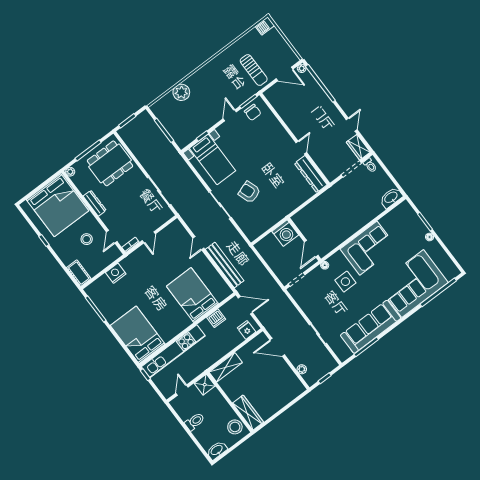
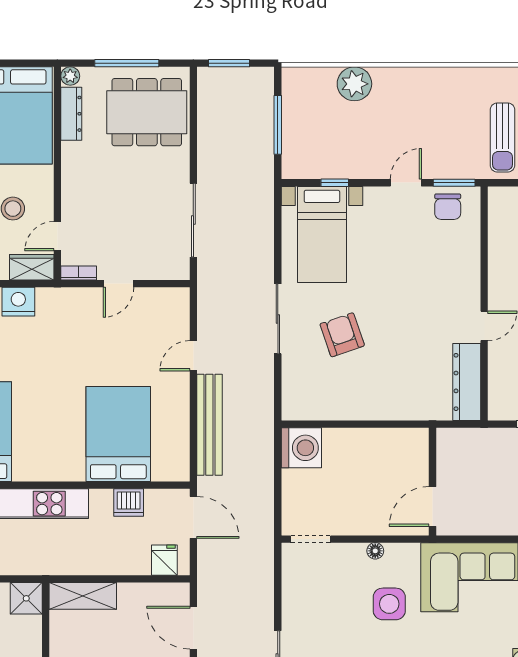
dresser: (95, 203) -> (71, 114), moved
washing machine: (285, 233) -> (301, 448), moved, turned -90
wall: (304, 239) -> (432, 482), moved
door: (311, 249) -> (432, 506), moved
wardrobe: (111, 256) -> (32, 267), added

